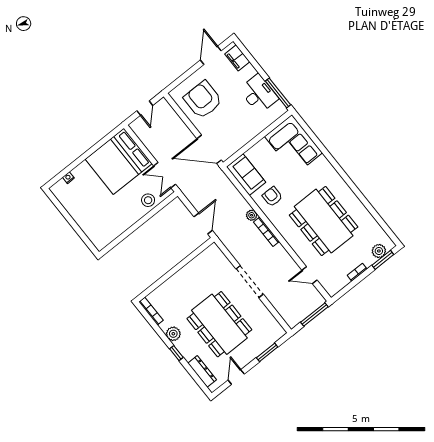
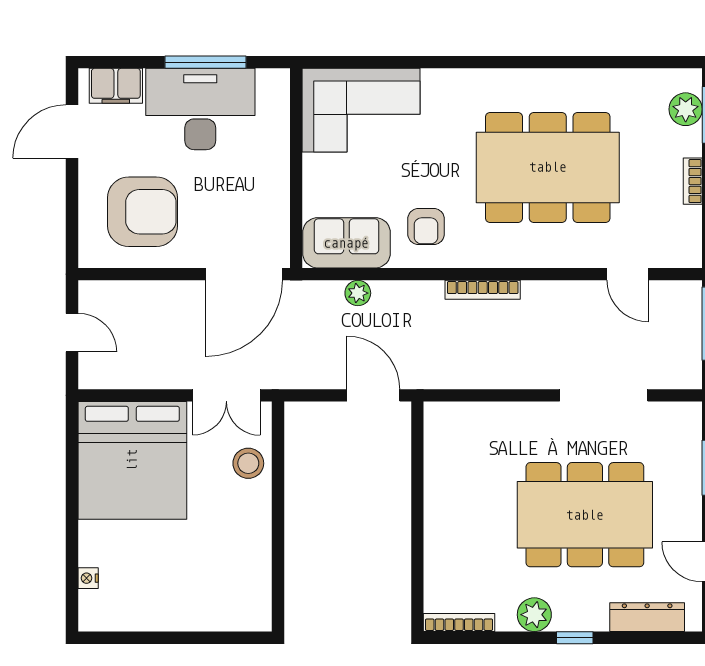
door: (211, 55) -> (72, 132), hinge flipped
window: (278, 93) -> (205, 62), moved
desk: (259, 94) -> (200, 109), width x1.36, depth x1.30
armchair: (203, 100) -> (143, 212), turned 180
armchair: (272, 197) -> (426, 226), turned -90
plant: (252, 215) -> (358, 293), moved
door: (310, 275) -> (628, 274), hinge flipped
doorway: (250, 282) -> (604, 395), moved

